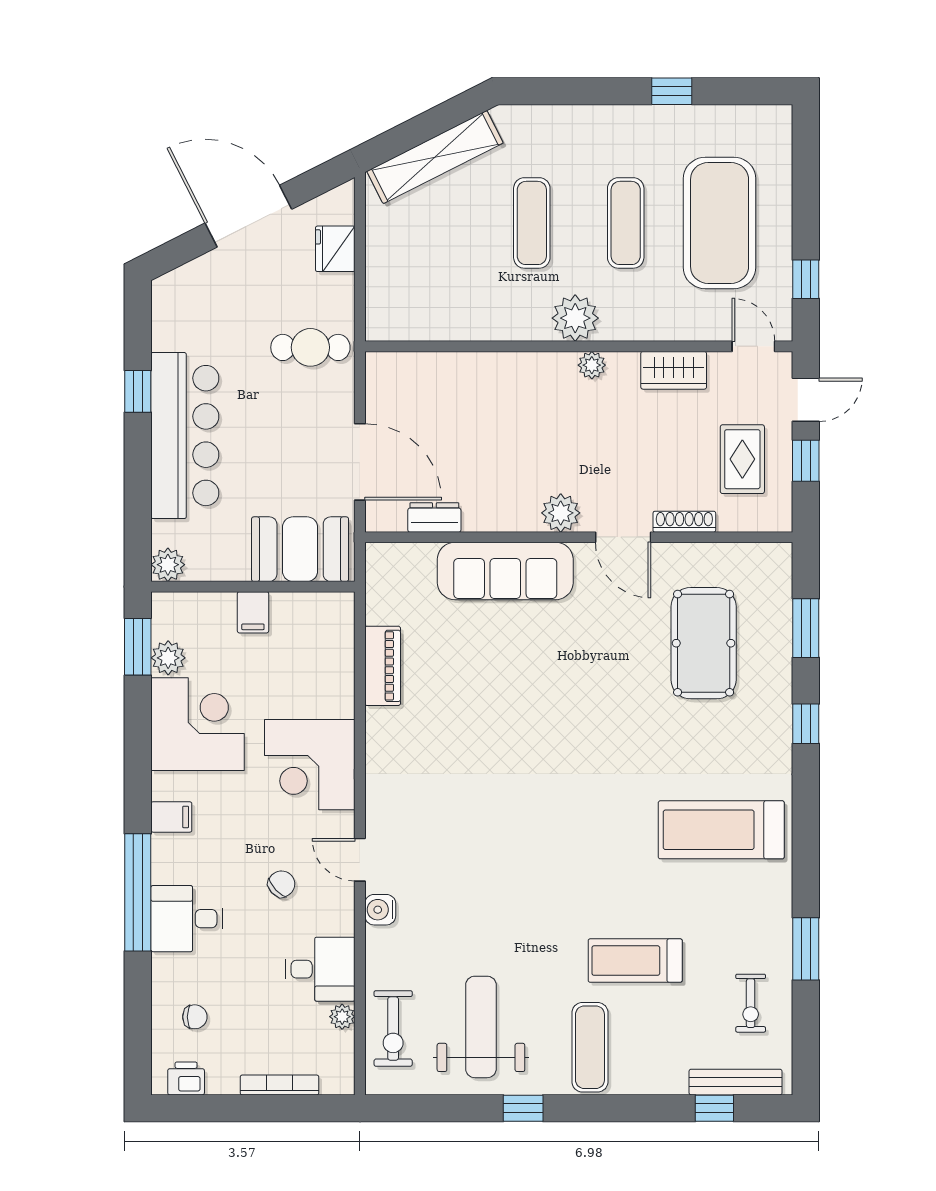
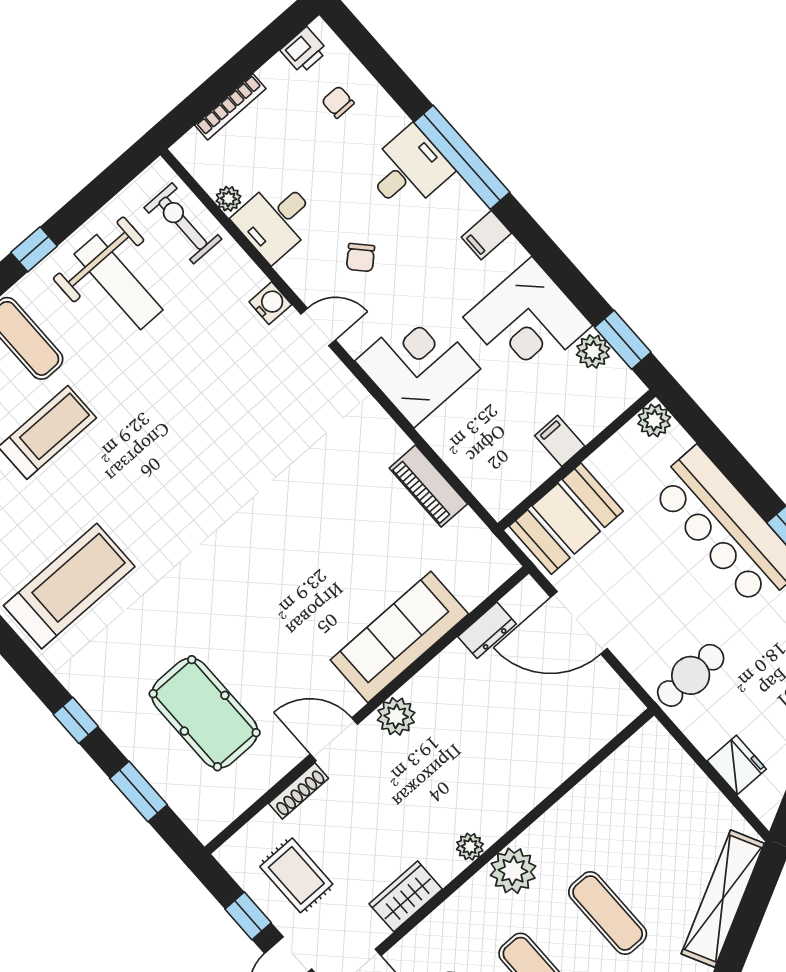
chair: (195, 1017) -> (338, 102), turned 90

